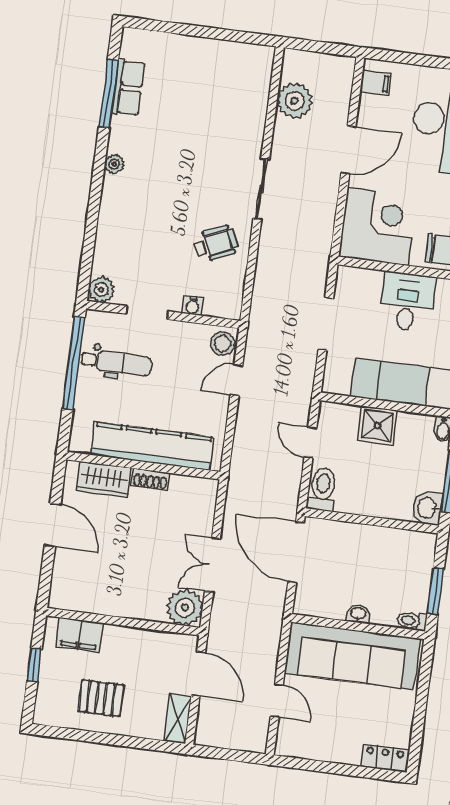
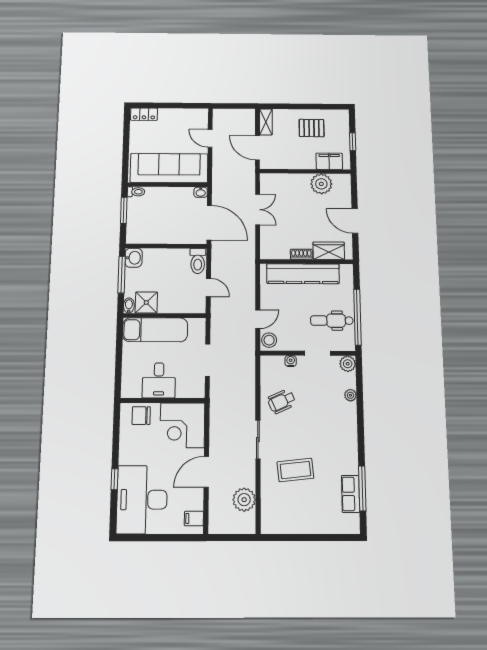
coffee table: (209, 135) -> (295, 470), added
plant: (114, 164) -> (350, 395), moved
shower: (377, 425) -> (146, 303), moved
plant: (185, 608) -> (321, 184), moved
washbasin: (358, 614) -> (201, 192), moved

